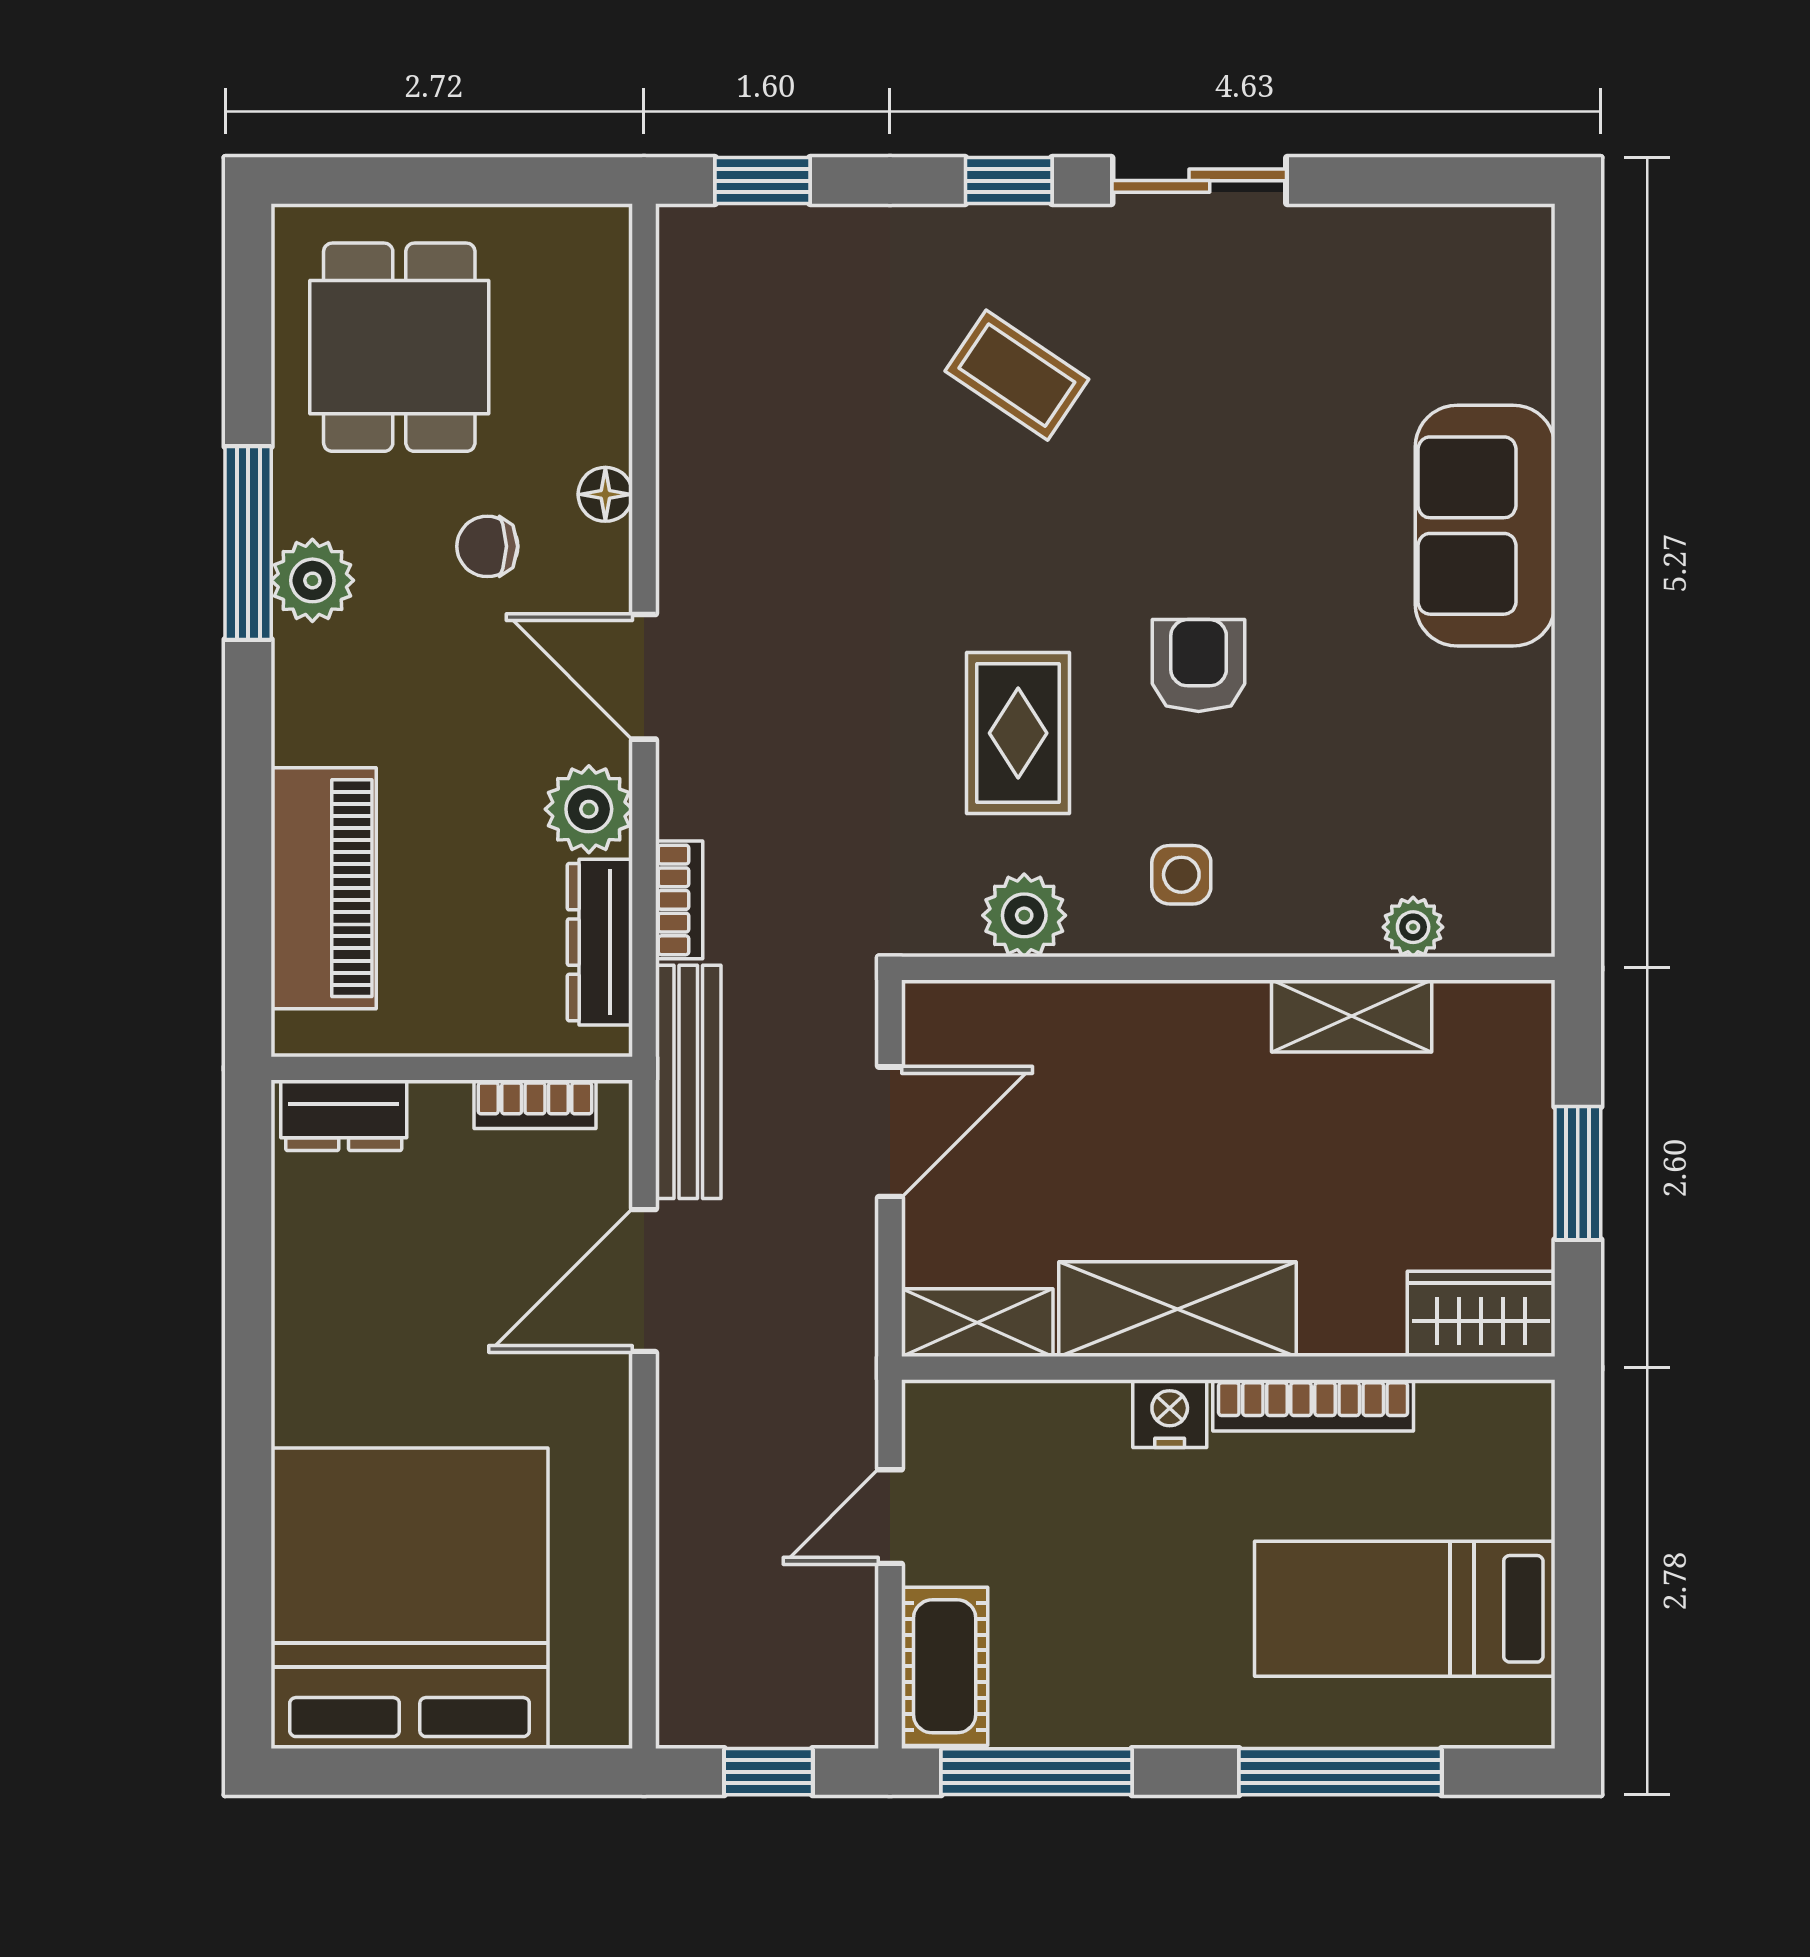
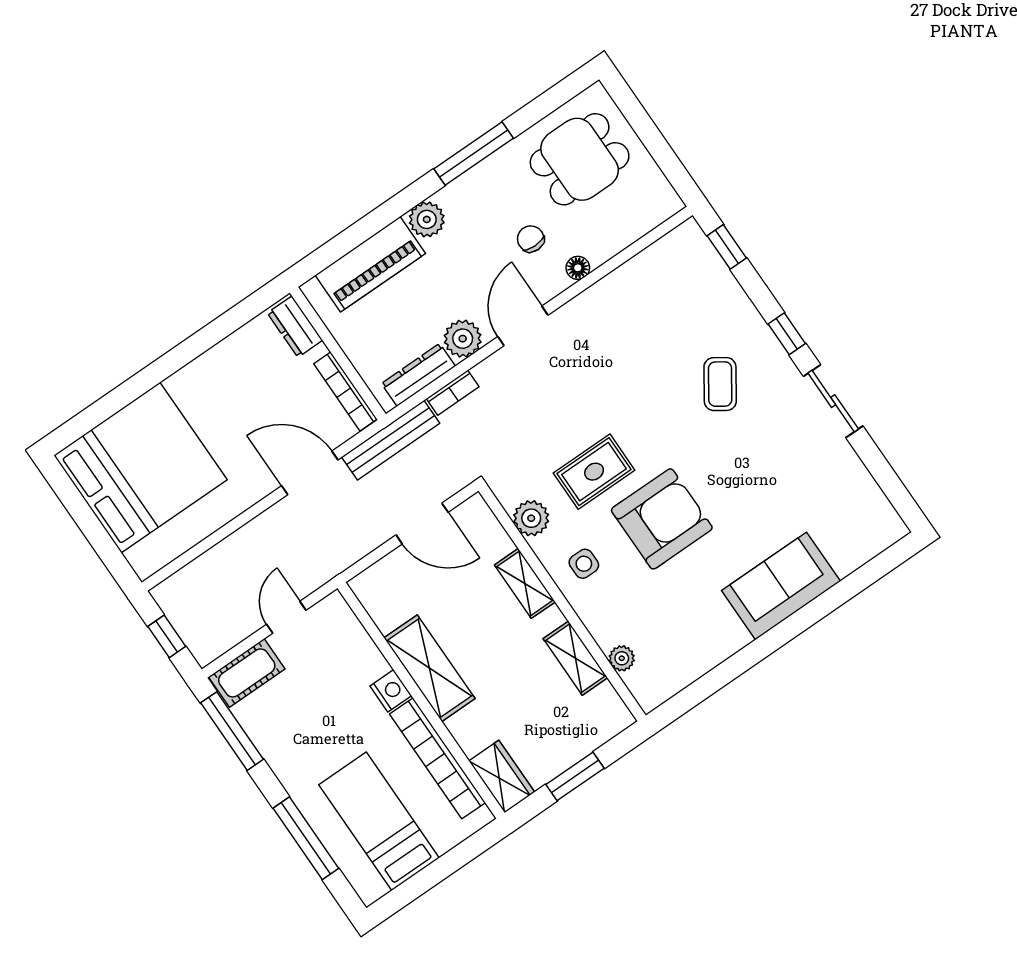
plant: (312, 580) -> (427, 219), moved
armchair: (1199, 666) -> (662, 519), width x1.88, depth x1.88
bookcase: (535, 1104) -> (345, 391), width x1.56
shelving: (977, 1323) -> (525, 583), moved
bookcase: (1313, 1405) -> (437, 758), width x1.48, depth x1.31
door: (890, 1517) -> (286, 617), hinge flipped

